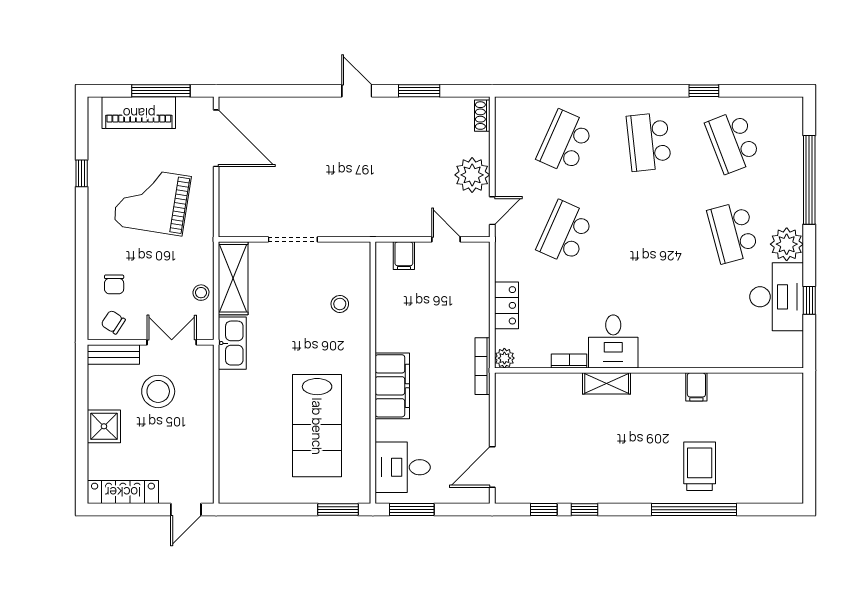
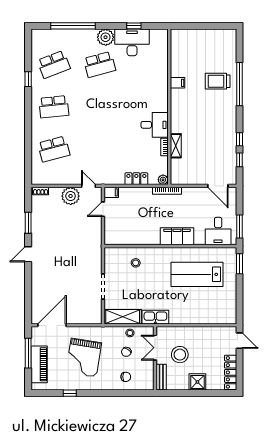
school desk: (565, 142) -> (54, 149), turned -39
school desk: (565, 232) -> (100, 149), removed
filing cabinet: (404, 256) -> (111, 192), moved
chair: (113, 322) -> (126, 352), moved
shelving: (607, 383) -> (176, 146), moved
lab bench: (317, 426) -> (197, 274), turned 180

